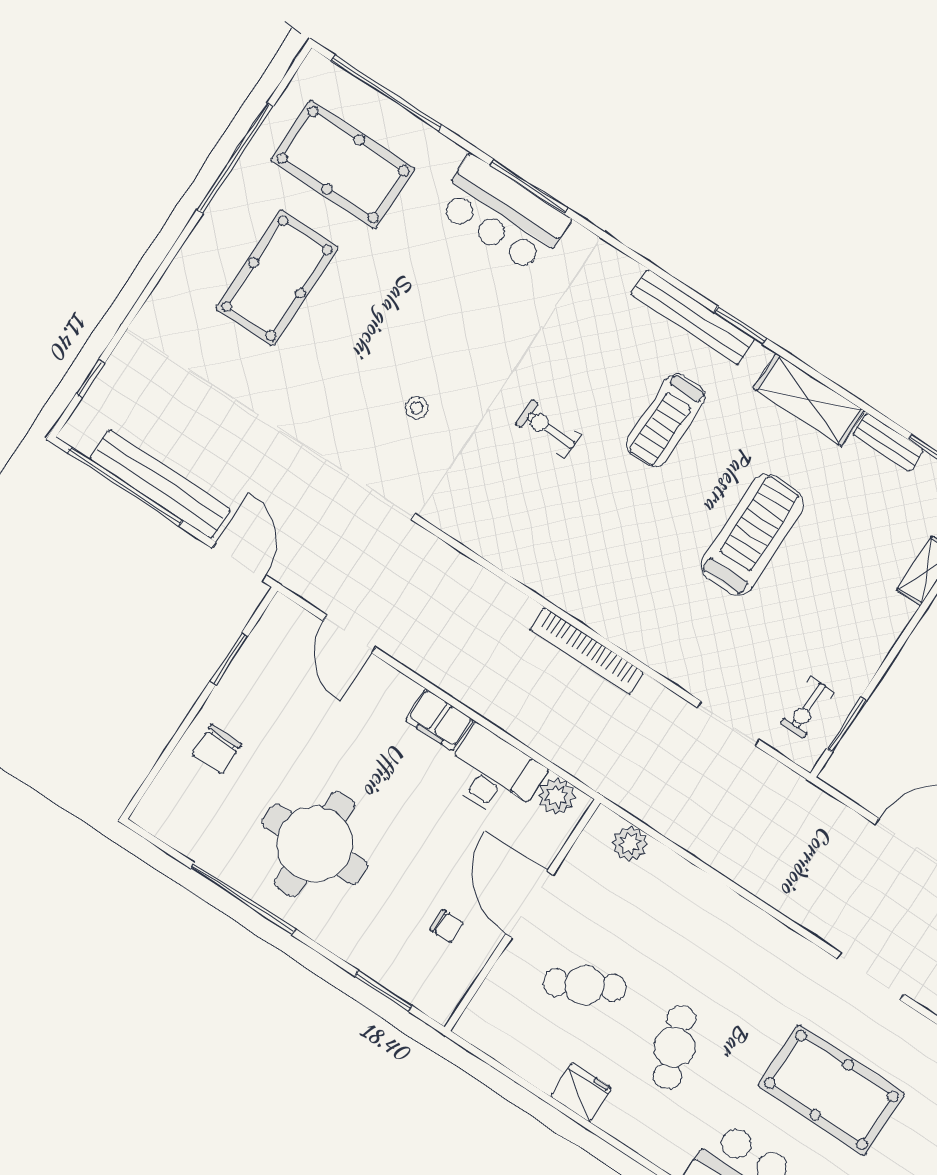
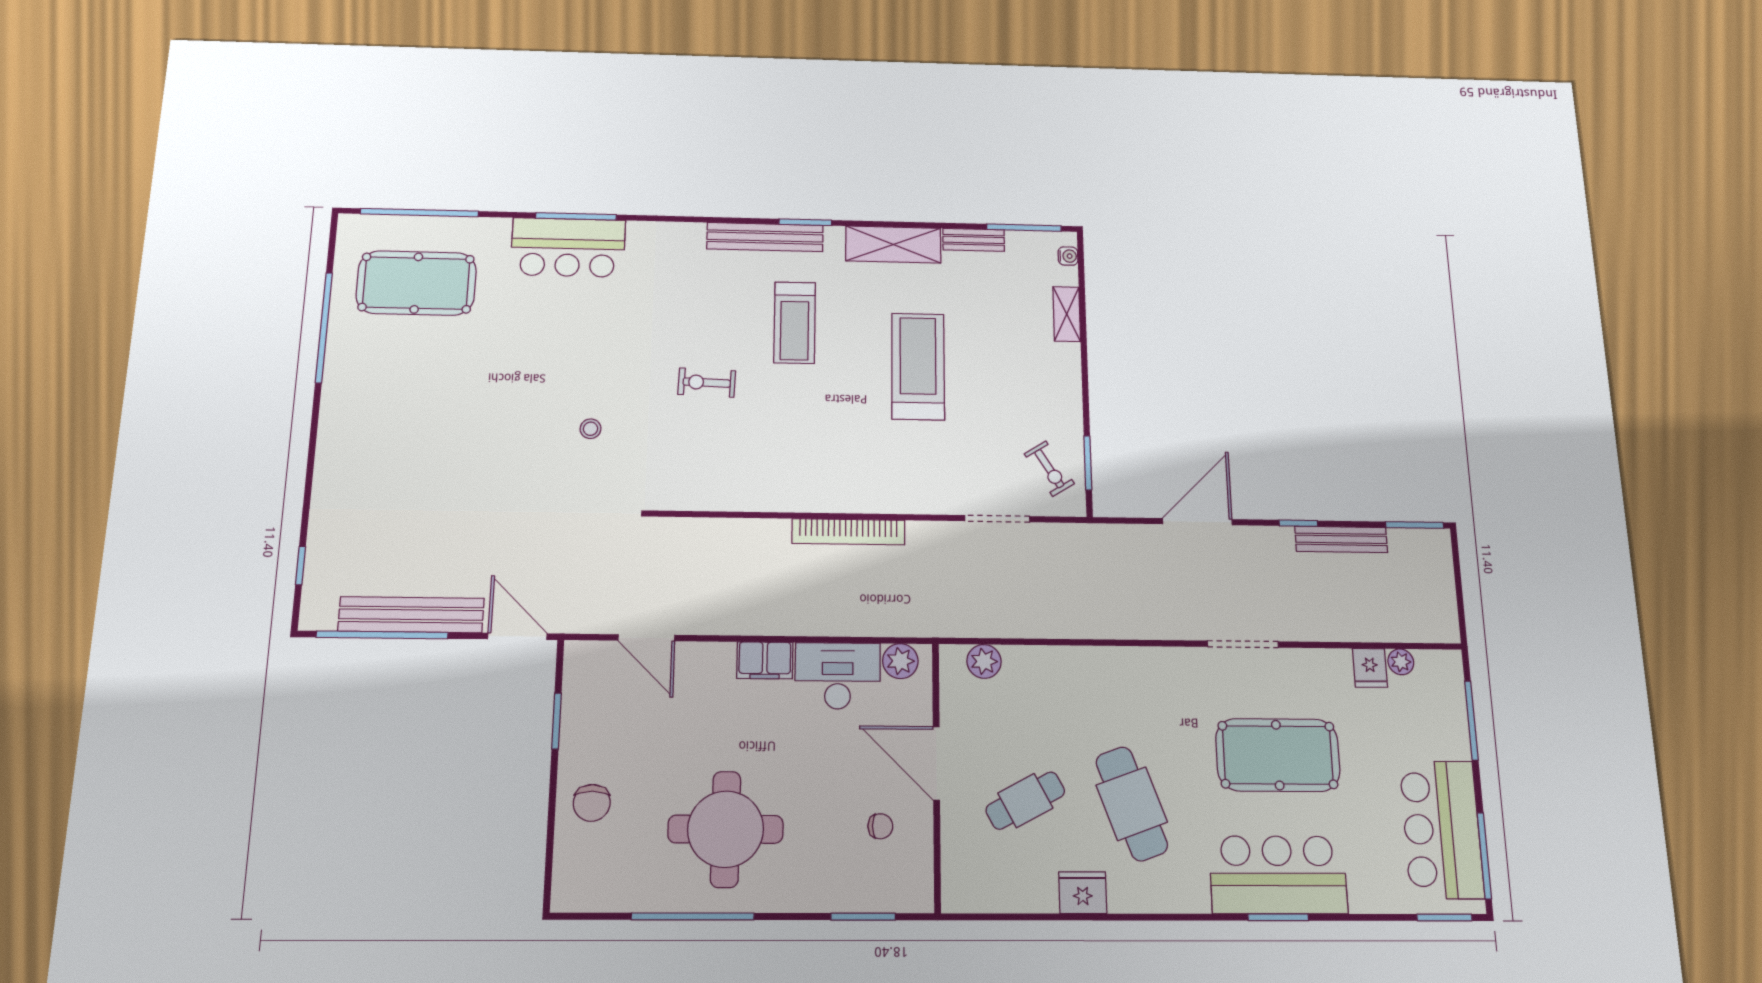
pool table: (277, 278) -> (414, 397), removed
exercise bike: (807, 708) -> (1049, 469), turned -32
cafe table: (674, 1047) -> (1132, 804), width x1.37, depth x1.35

